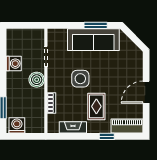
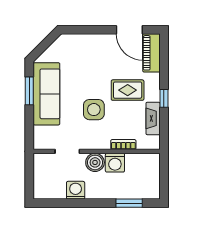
door: (146, 92) -> (129, 30), moved
washing machine: (17, 125) -> (115, 163), moved, turned -90
window: (107, 136) -> (164, 98), moved

